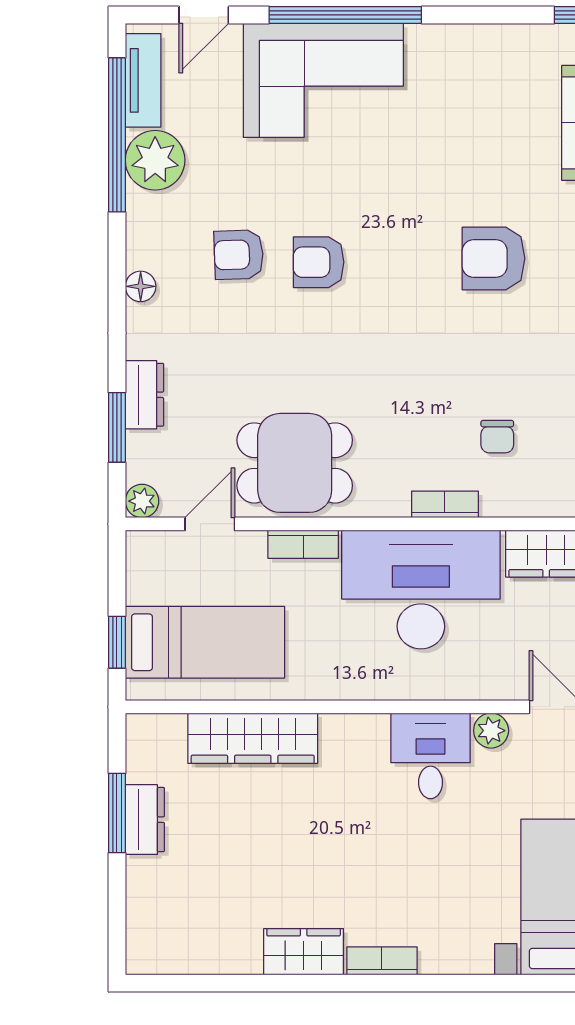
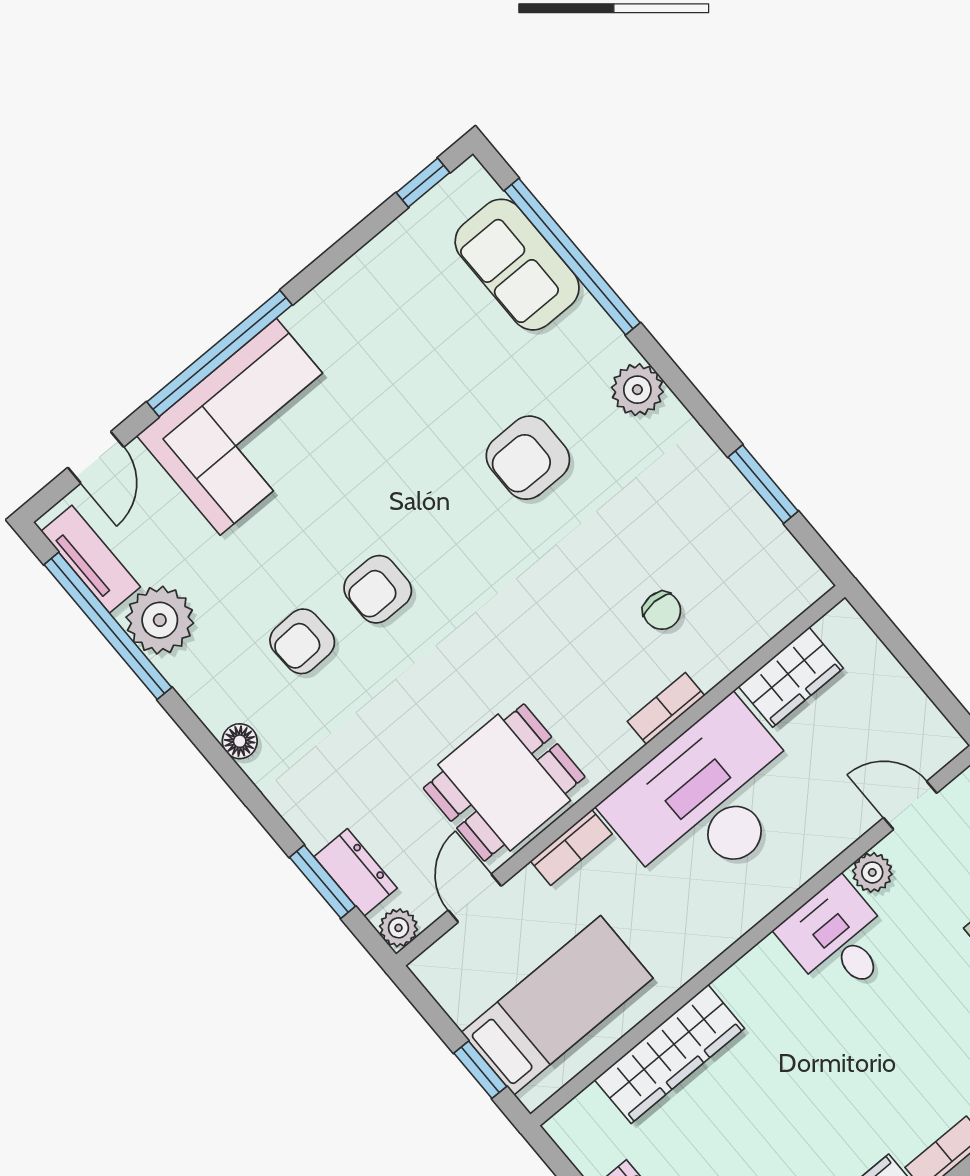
dresser: (144, 395) -> (356, 872), moved

